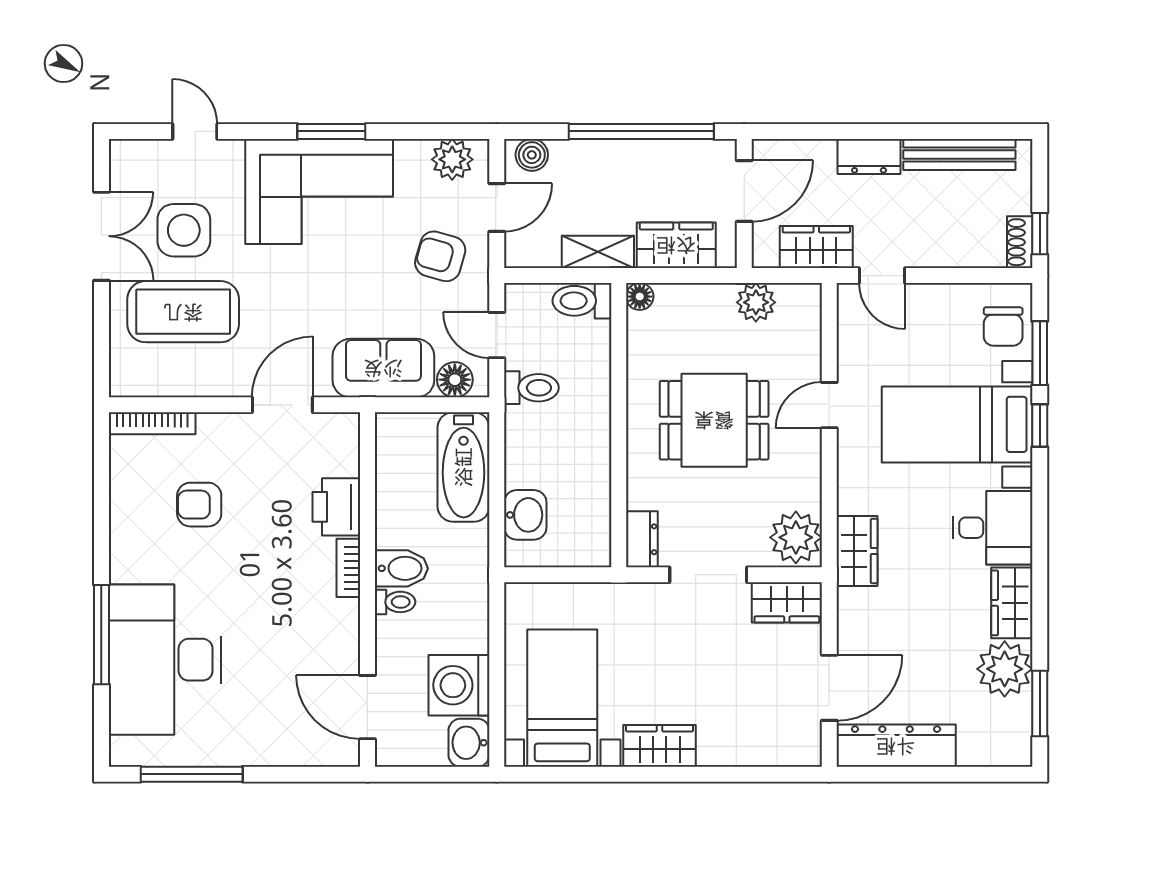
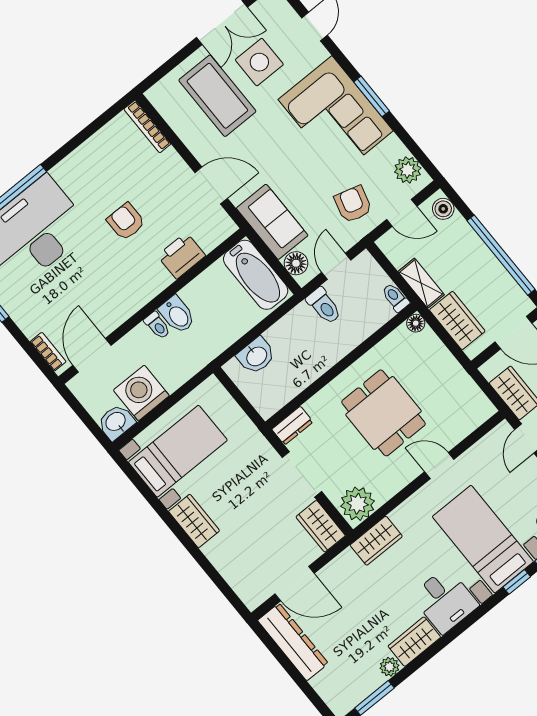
toilet: (582, 301) -> (395, 298), width x0.73, depth x0.72
plant: (756, 302) -> (461, 385), removed
bathtub: (464, 467) -> (256, 275), moved, turned -90
armchair: (199, 505) -> (126, 222), moved
bookcase: (348, 568) -> (48, 352), moved, turned 90
plant: (1005, 669) -> (390, 667), width x0.53, depth x0.53

